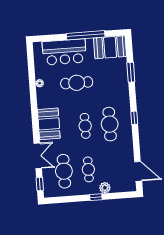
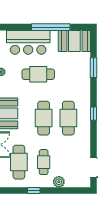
cafe table: (85, 126) -> (44, 118), width x1.37, depth x1.35
window: (96, 197) -> (34, 190), moved

